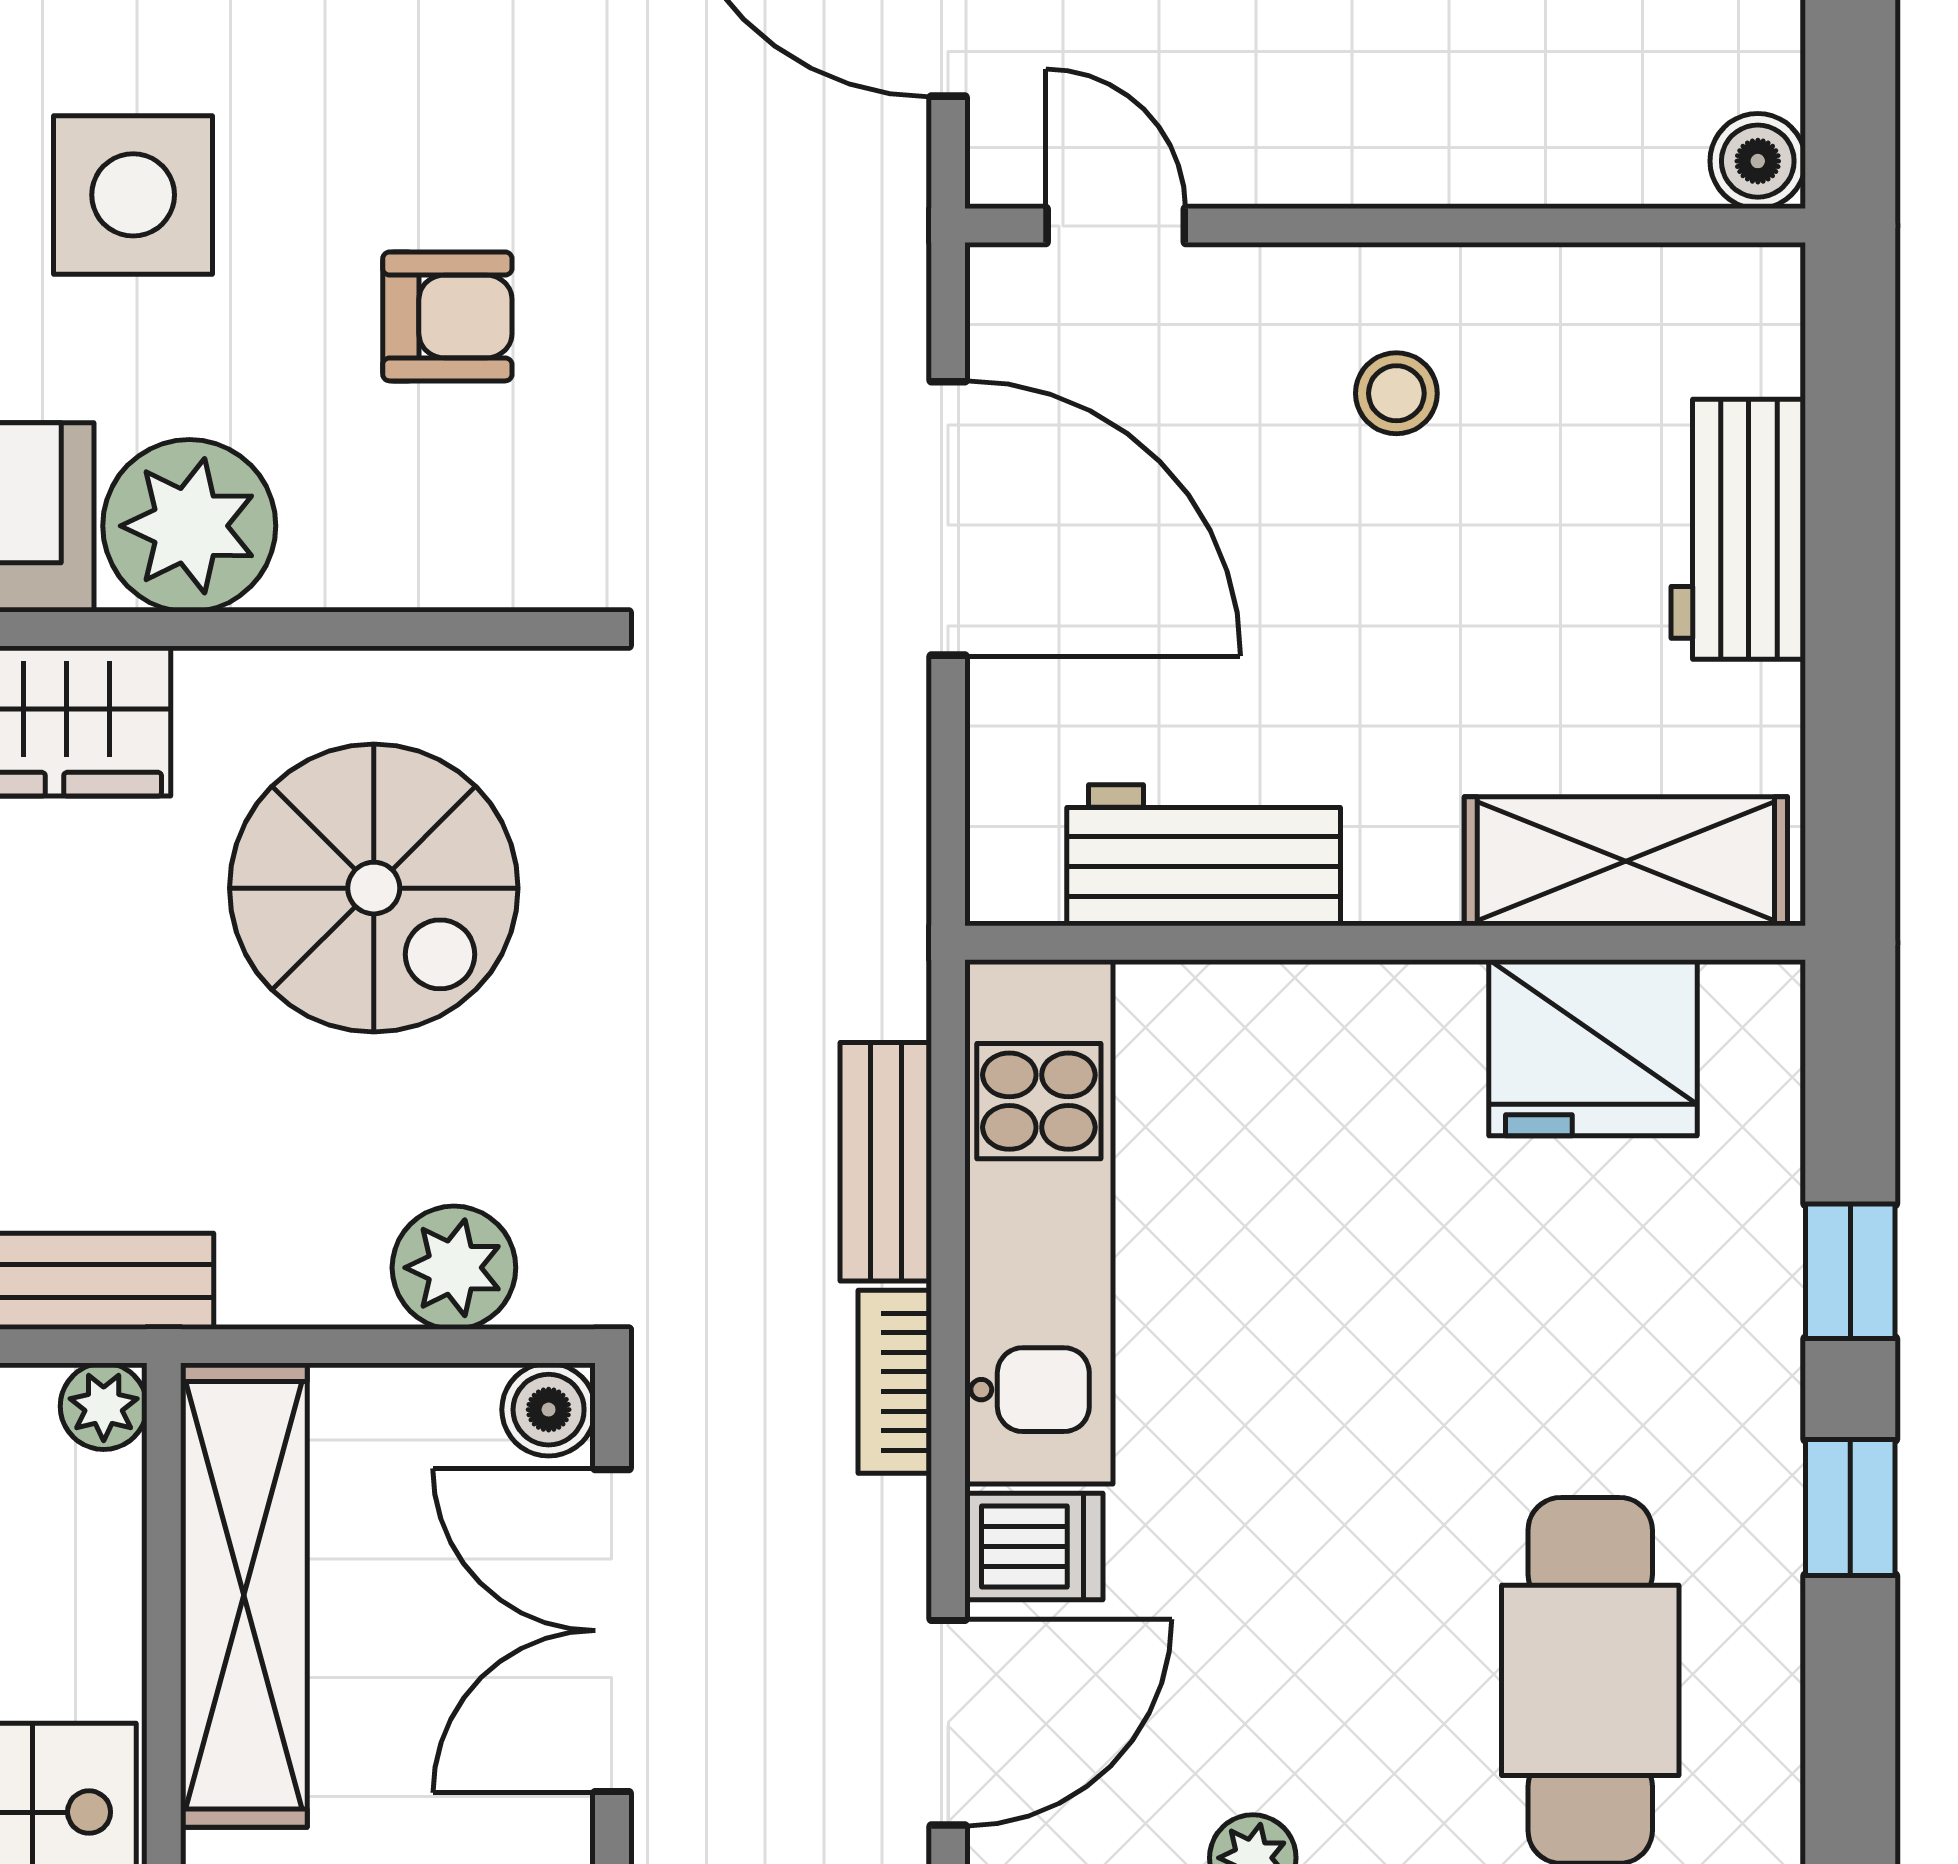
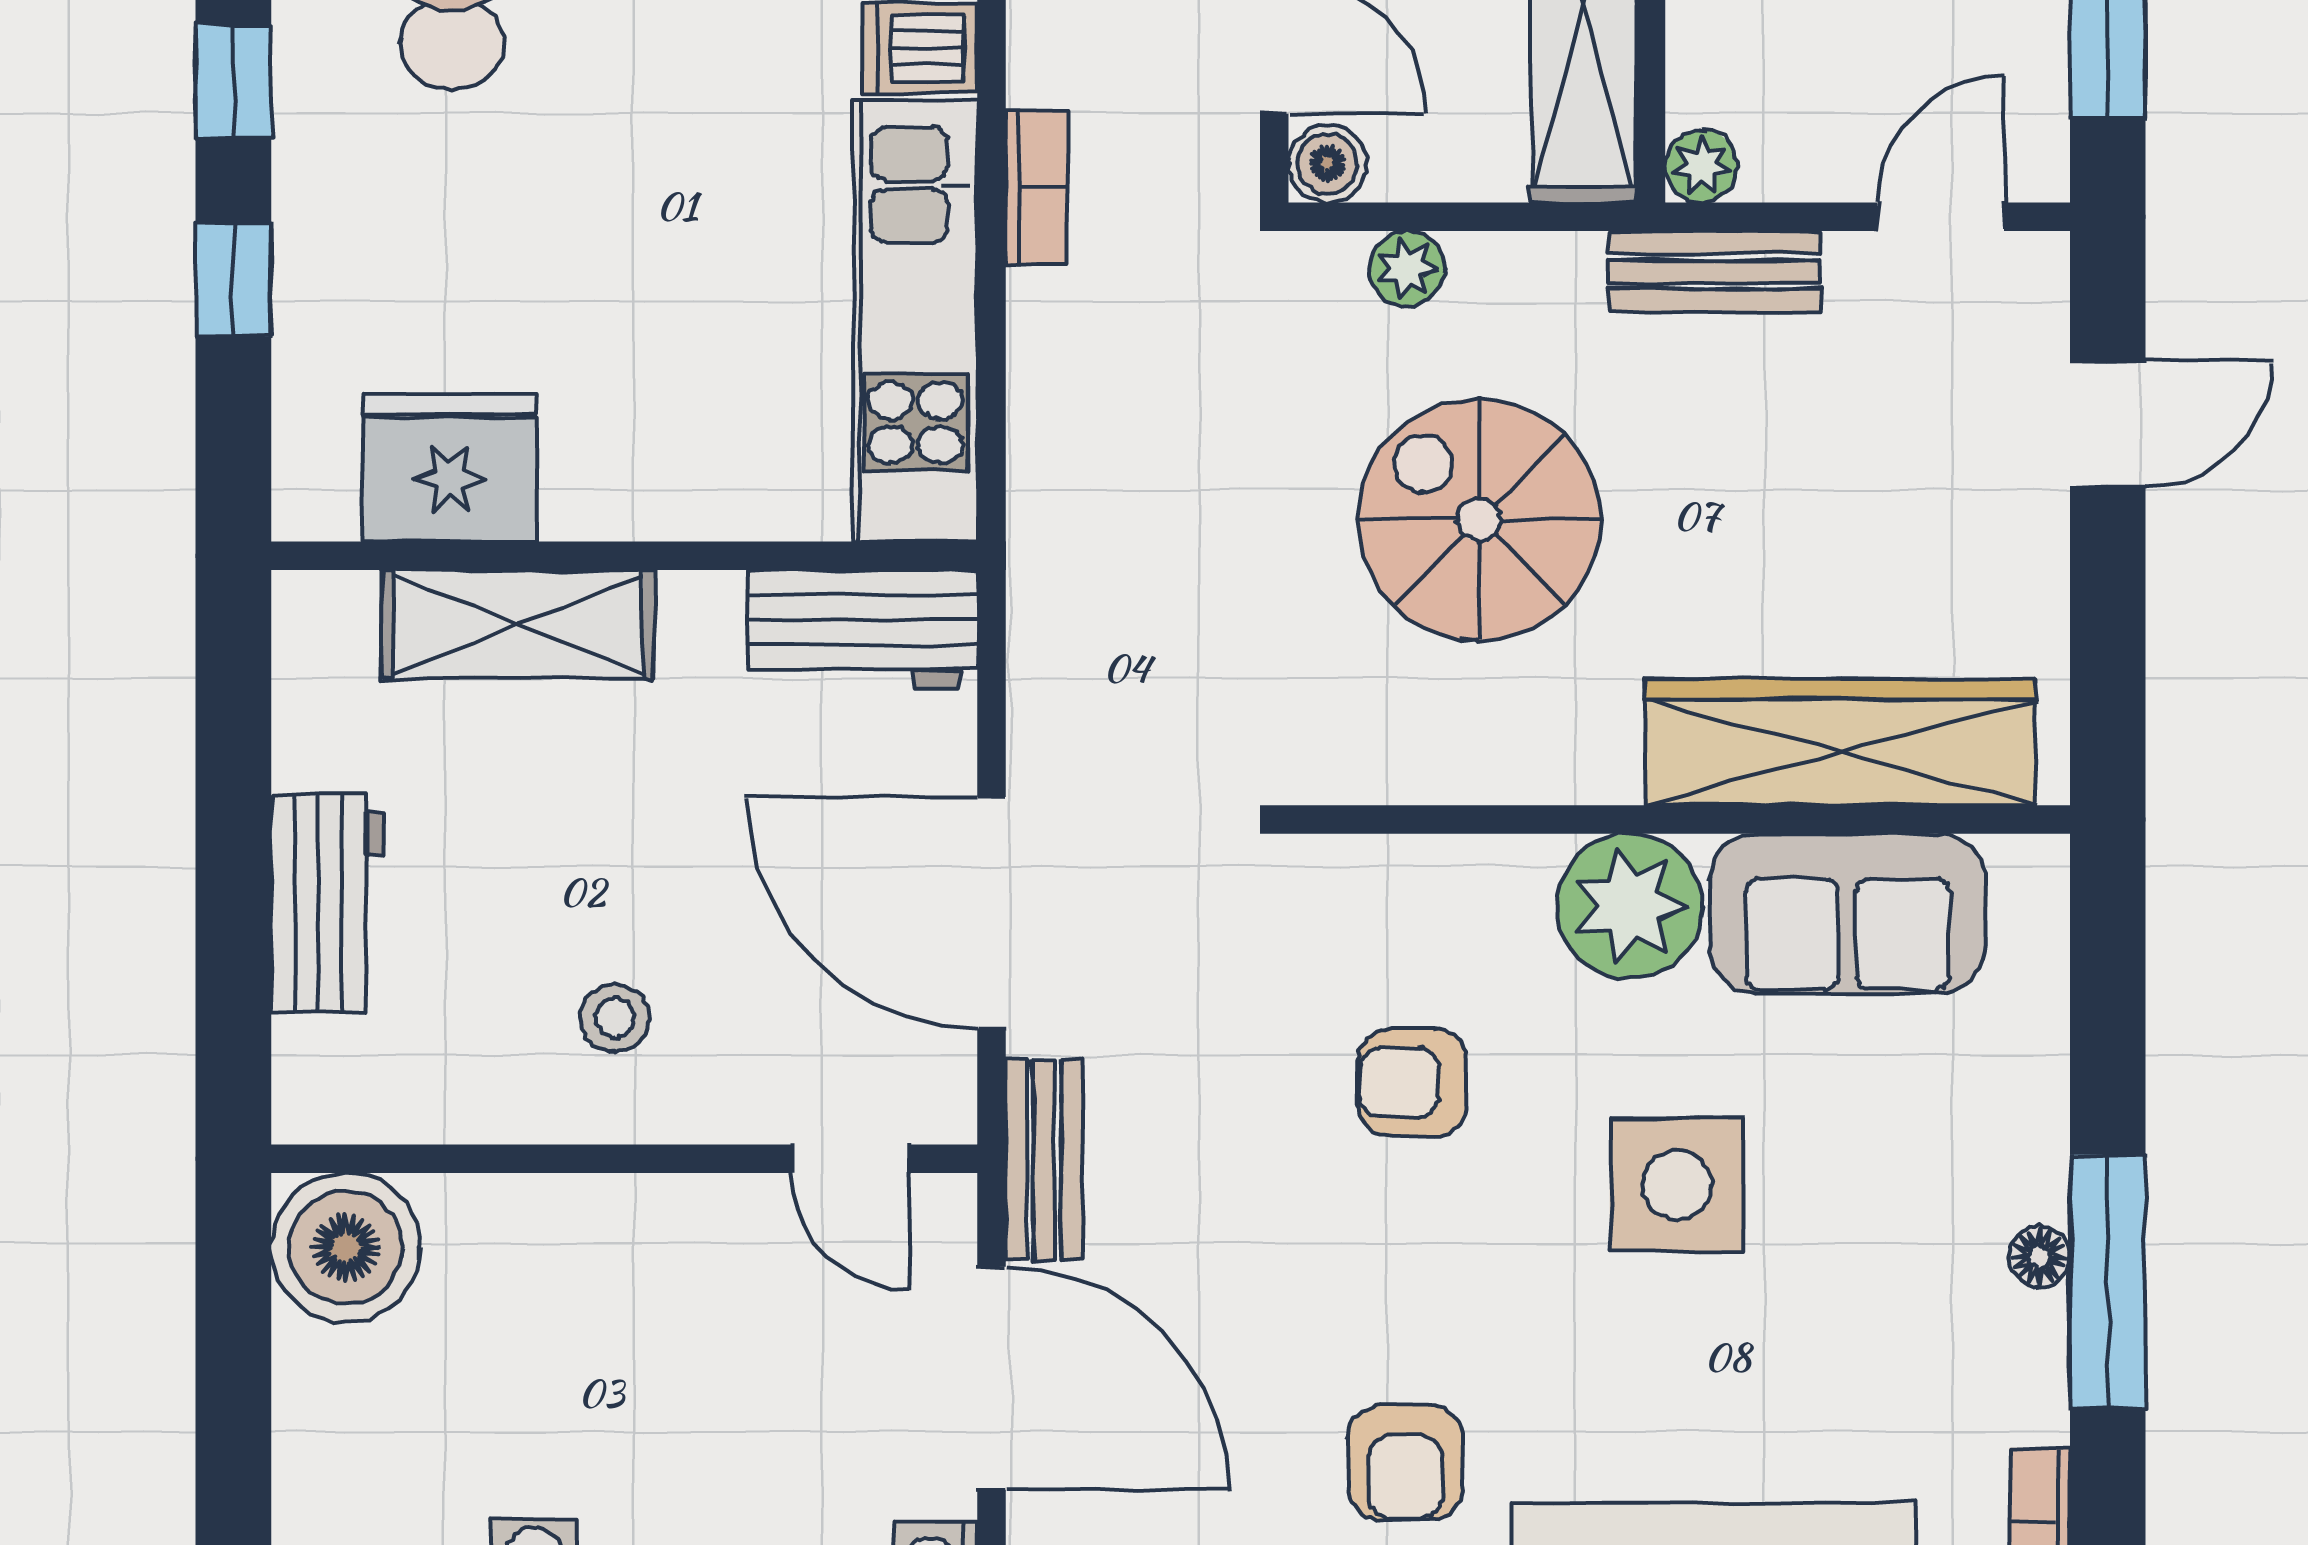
boiler: (1758, 161) -> (346, 1247), width x1.86, depth x1.86
workbench: (1204, 855) -> (863, 629), moved
shelving: (1626, 861) -> (518, 624), moved
spiral stairs: (374, 888) -> (1479, 519), moved
bench: (886, 1162) -> (1044, 1160), moved
plant: (454, 1268) -> (1407, 269), width x0.73, depth x0.73

